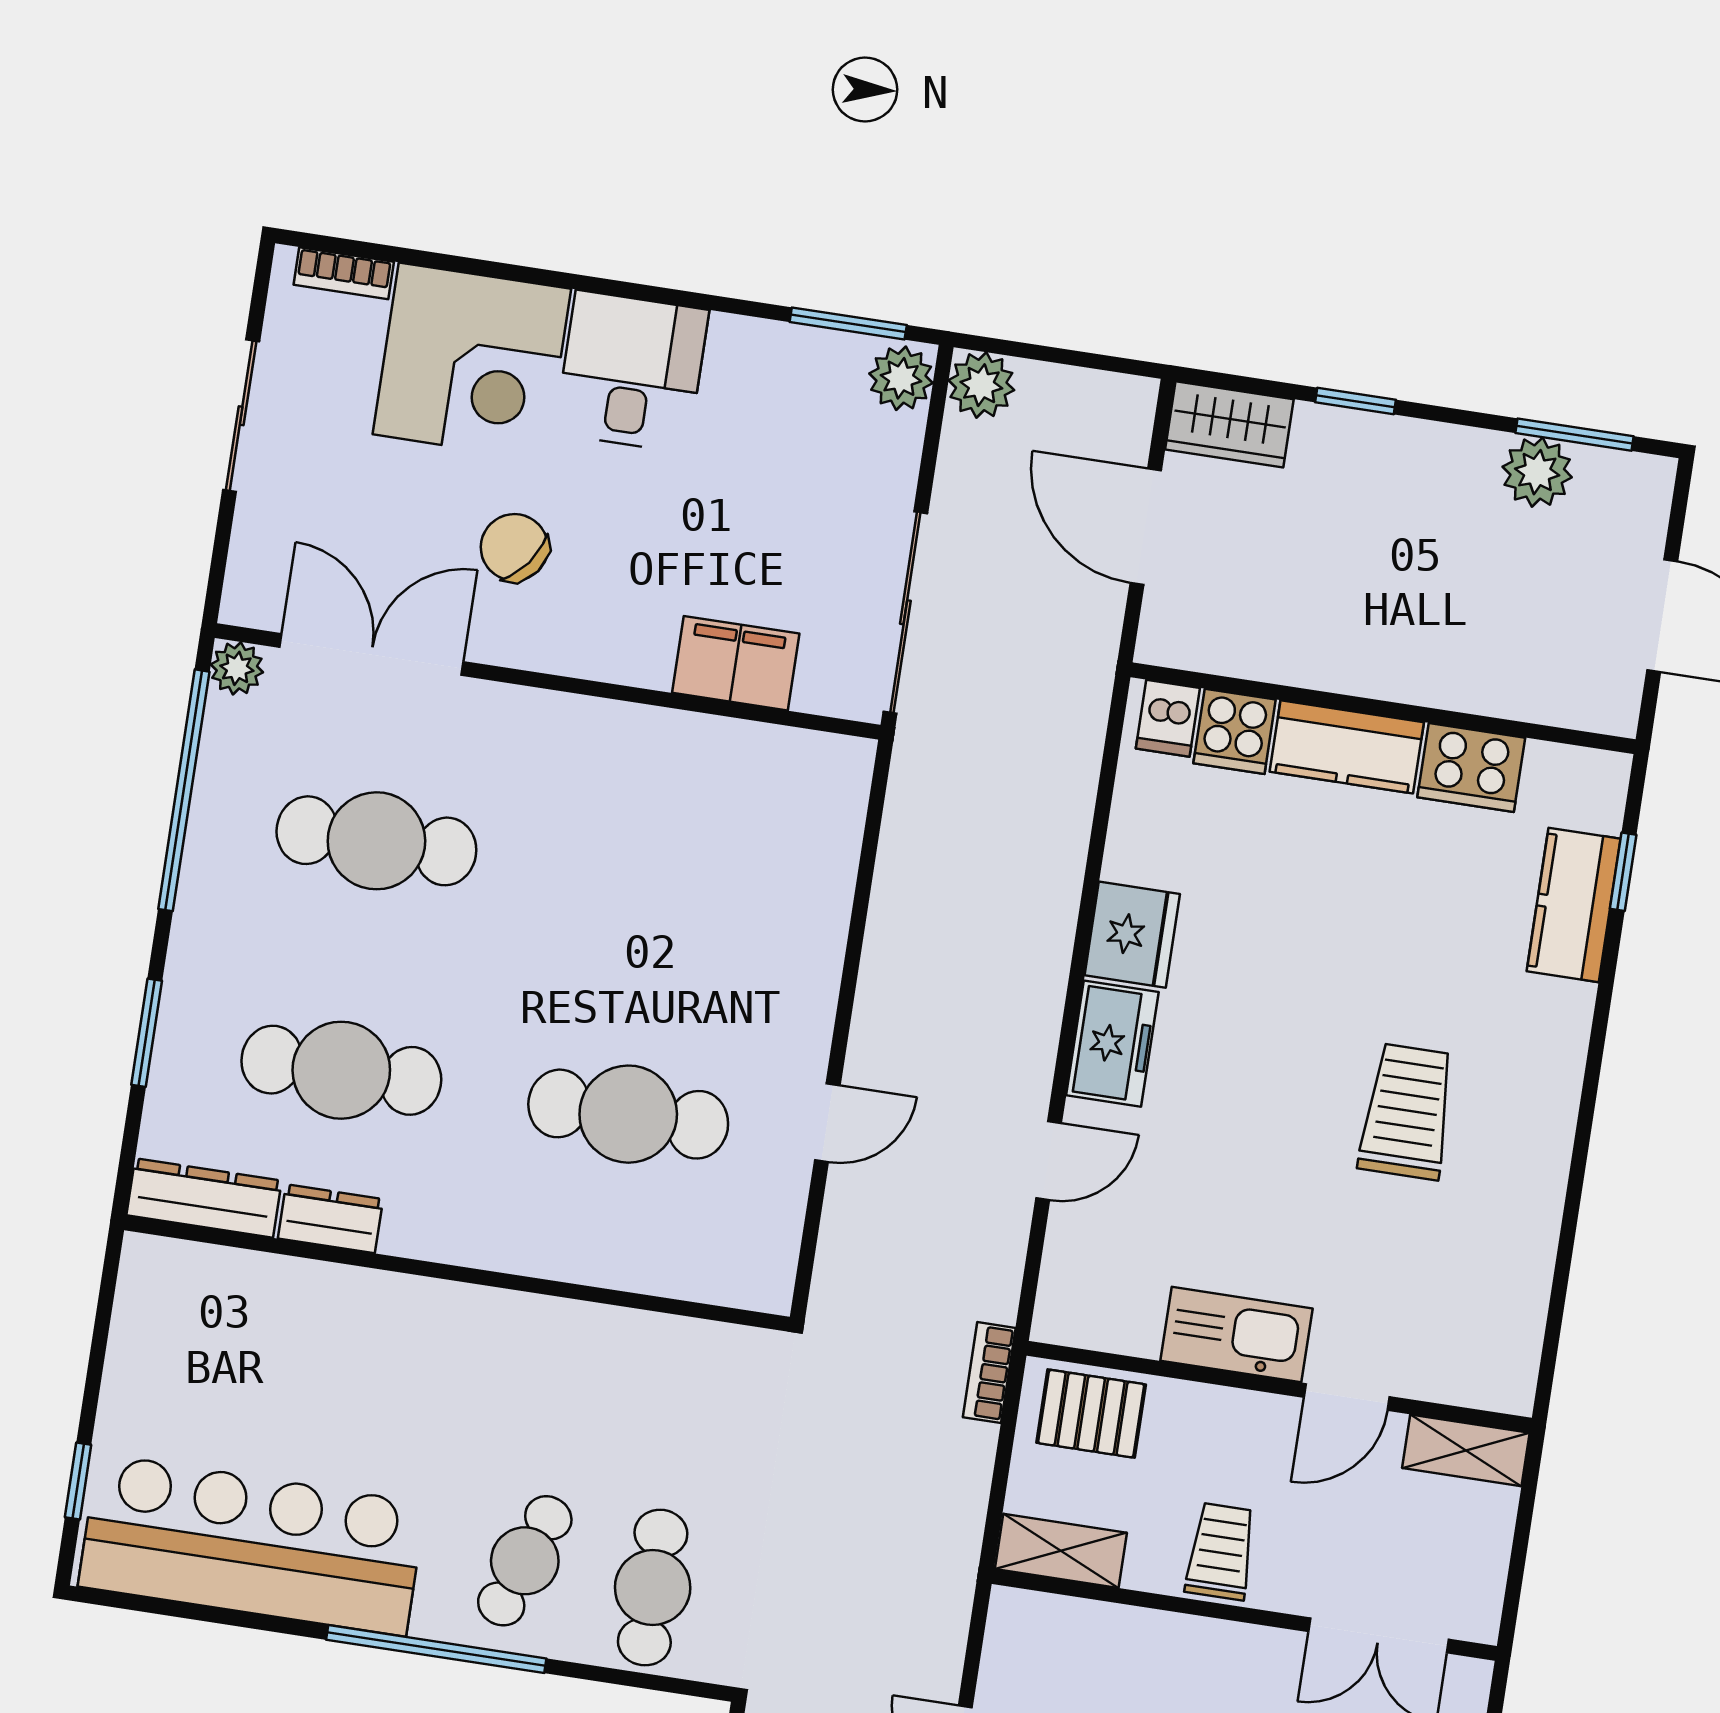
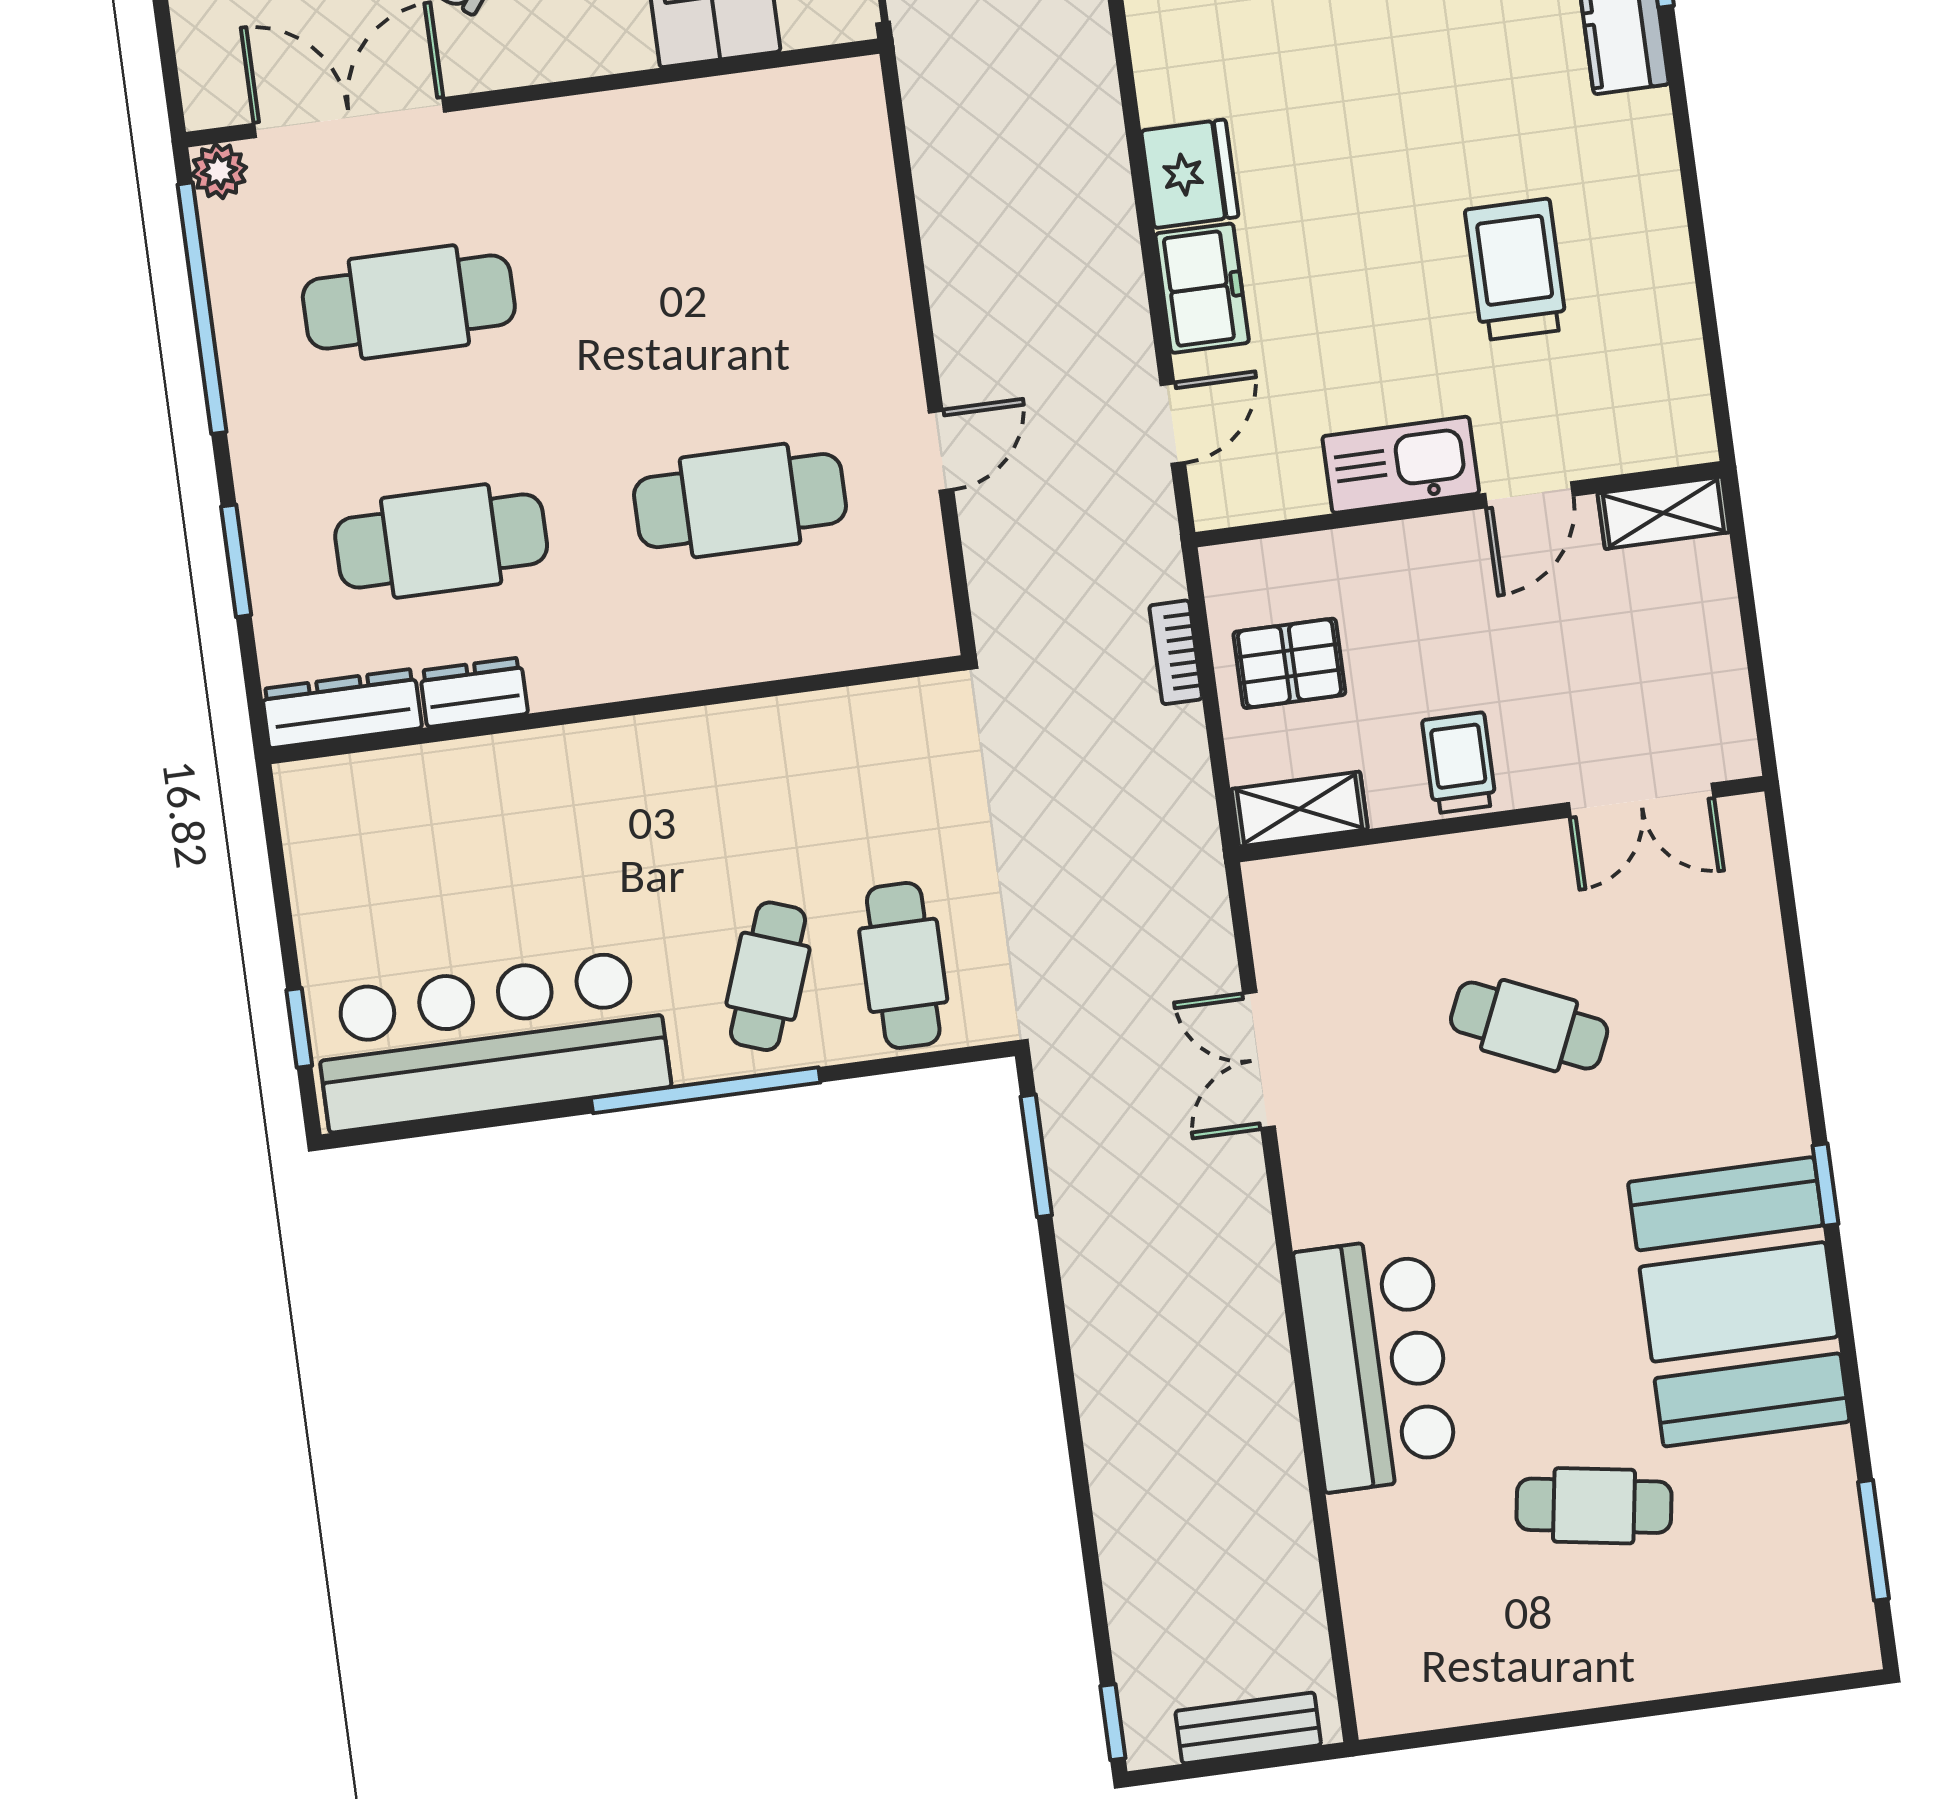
kitchen sink: (1237, 1335) -> (1401, 465), moved
wall: (1279, 1387) -> (1459, 504), moved
door: (1347, 1397) -> (1529, 495), moved
shelving: (1466, 1450) -> (1663, 513), moved

